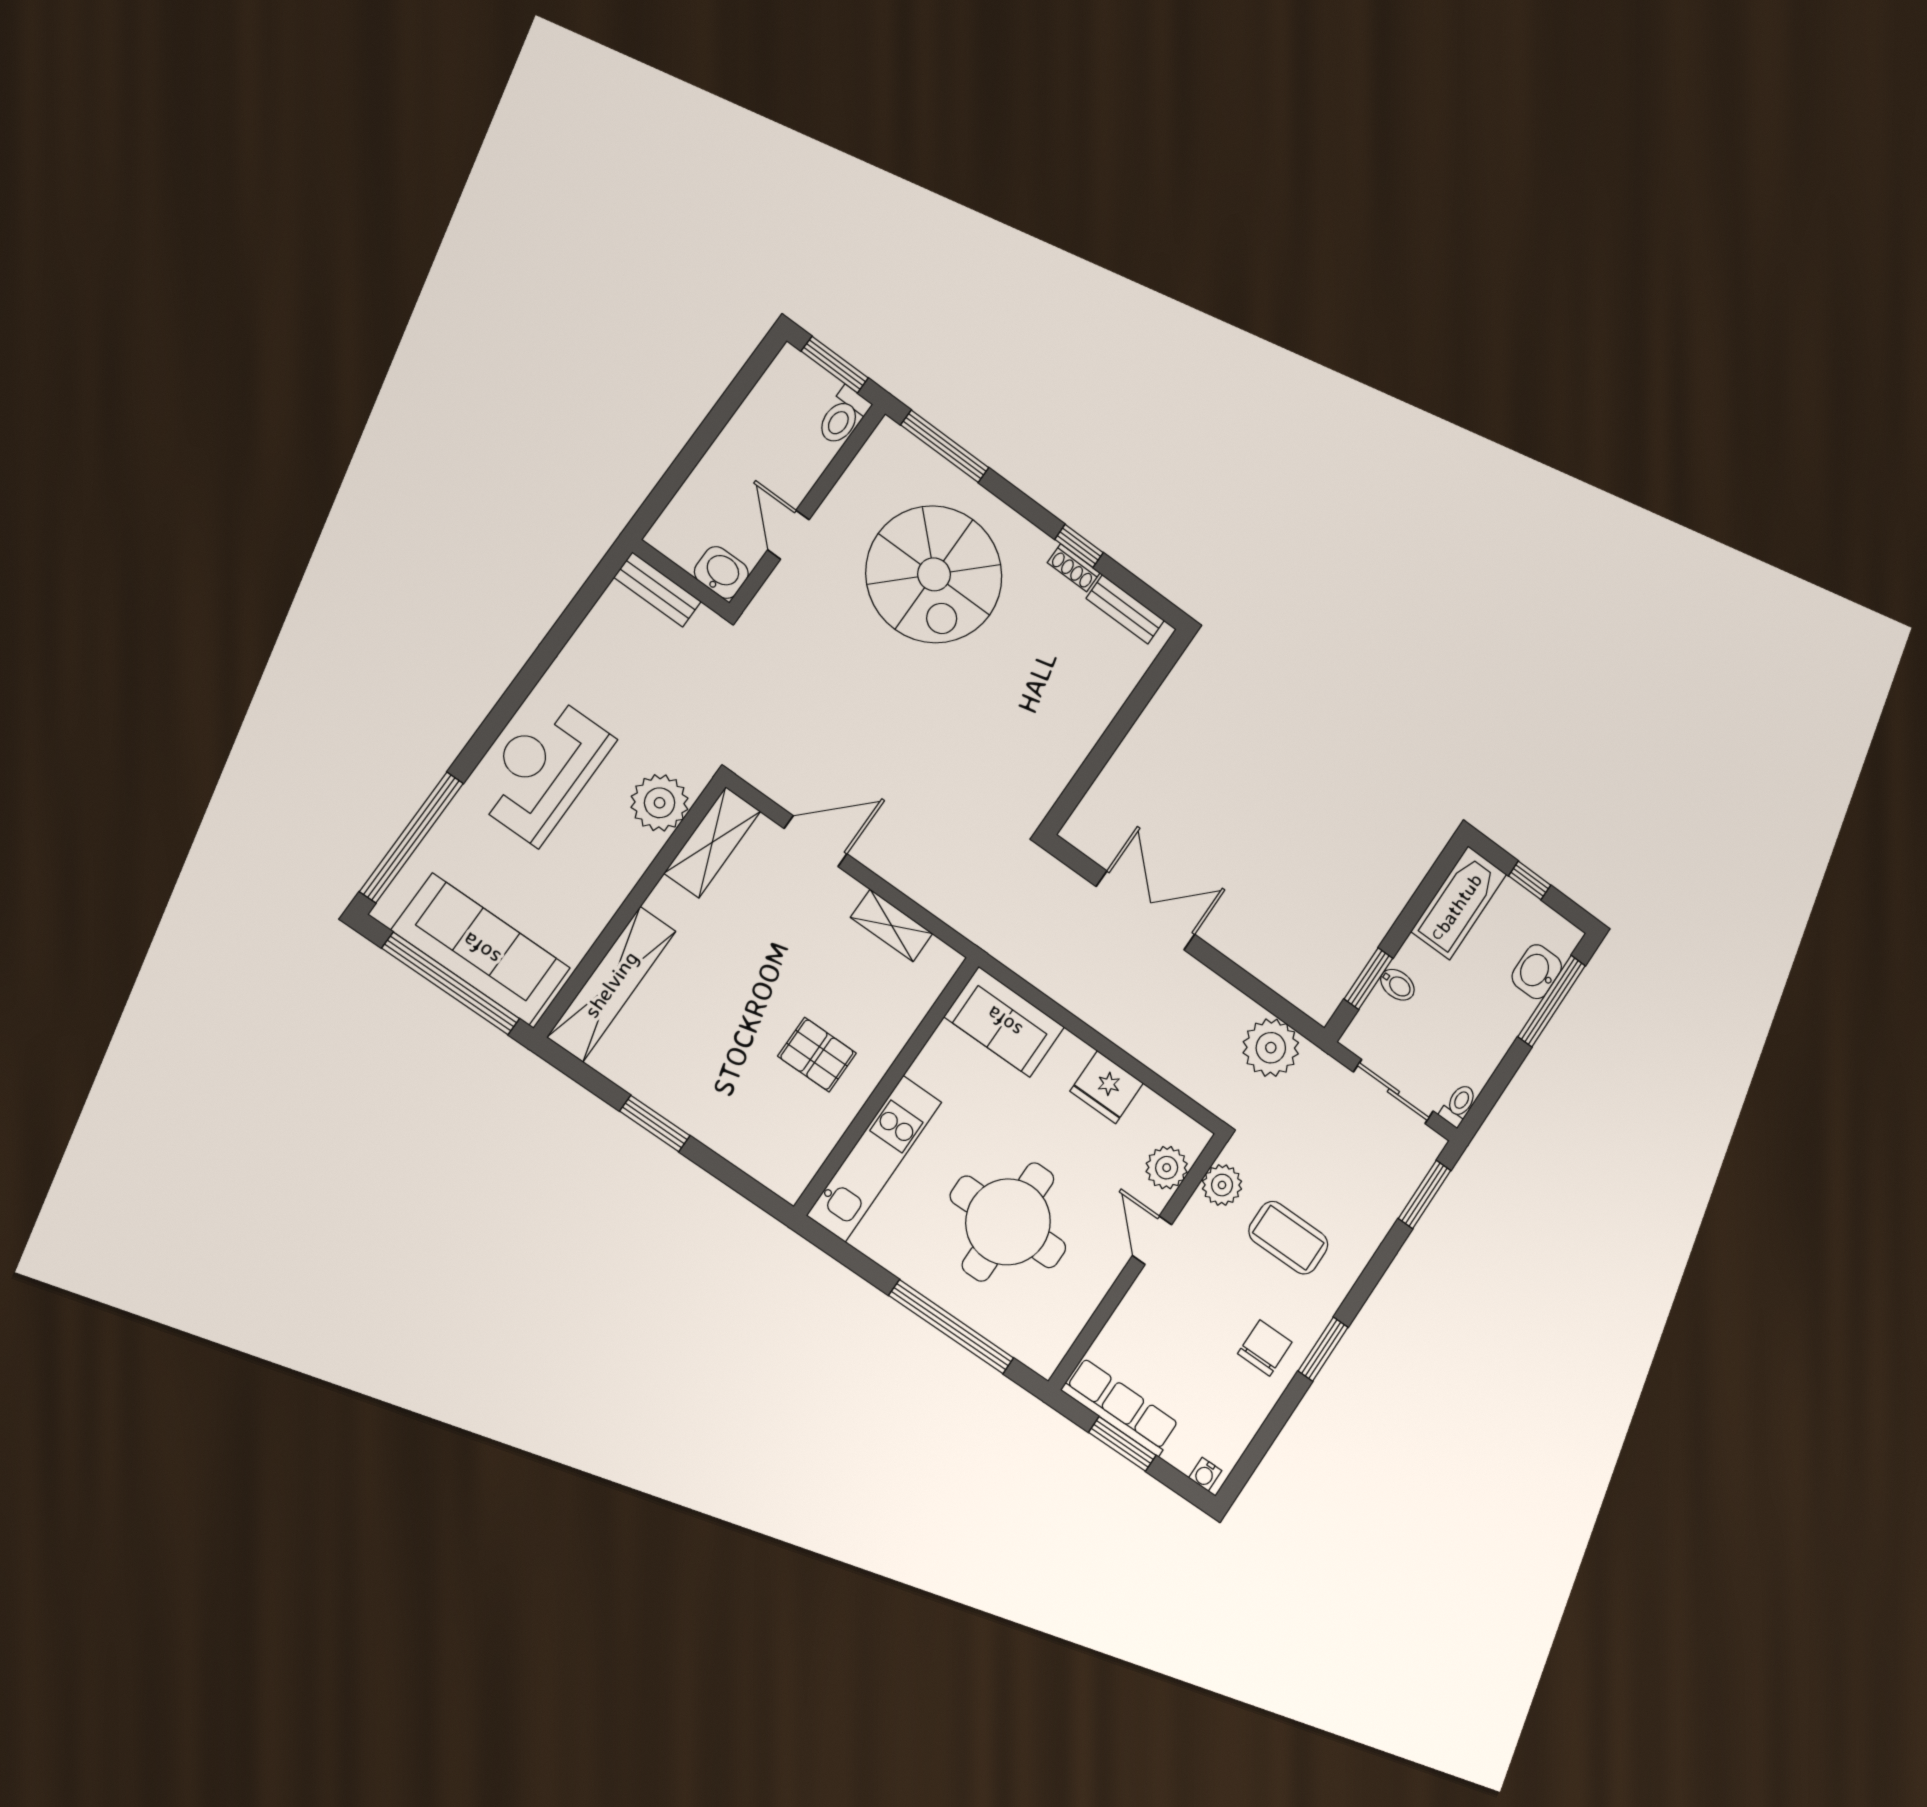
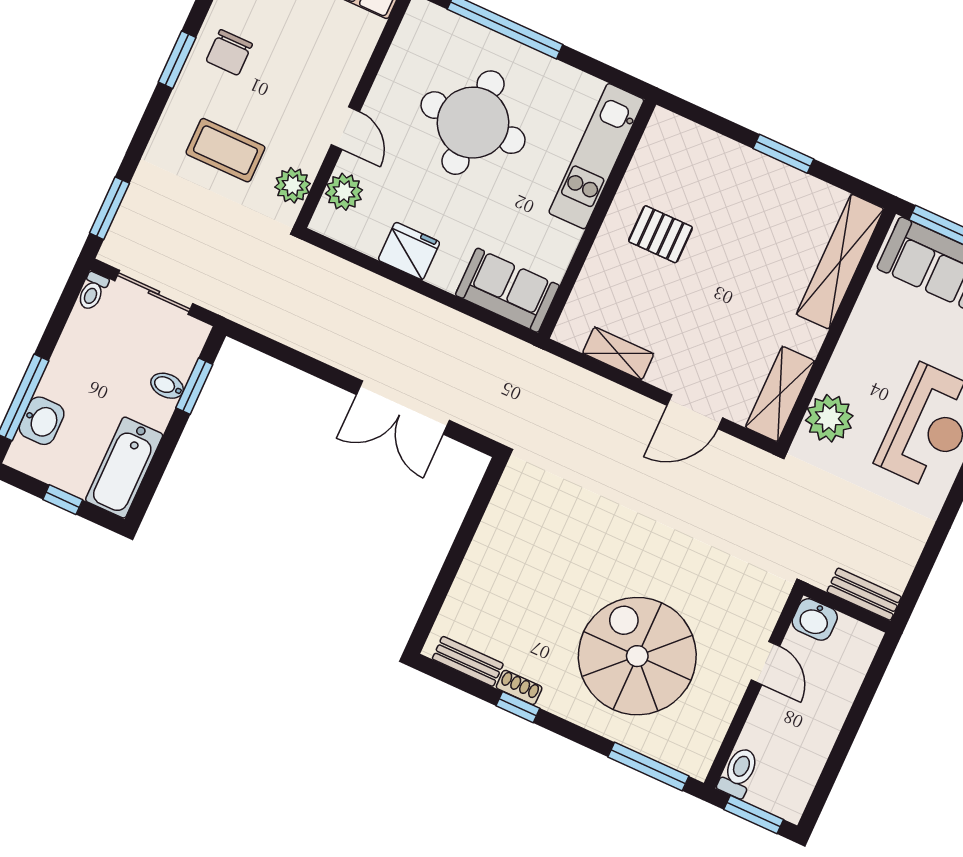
plant: (1271, 1048) -> (271, 311), removed

